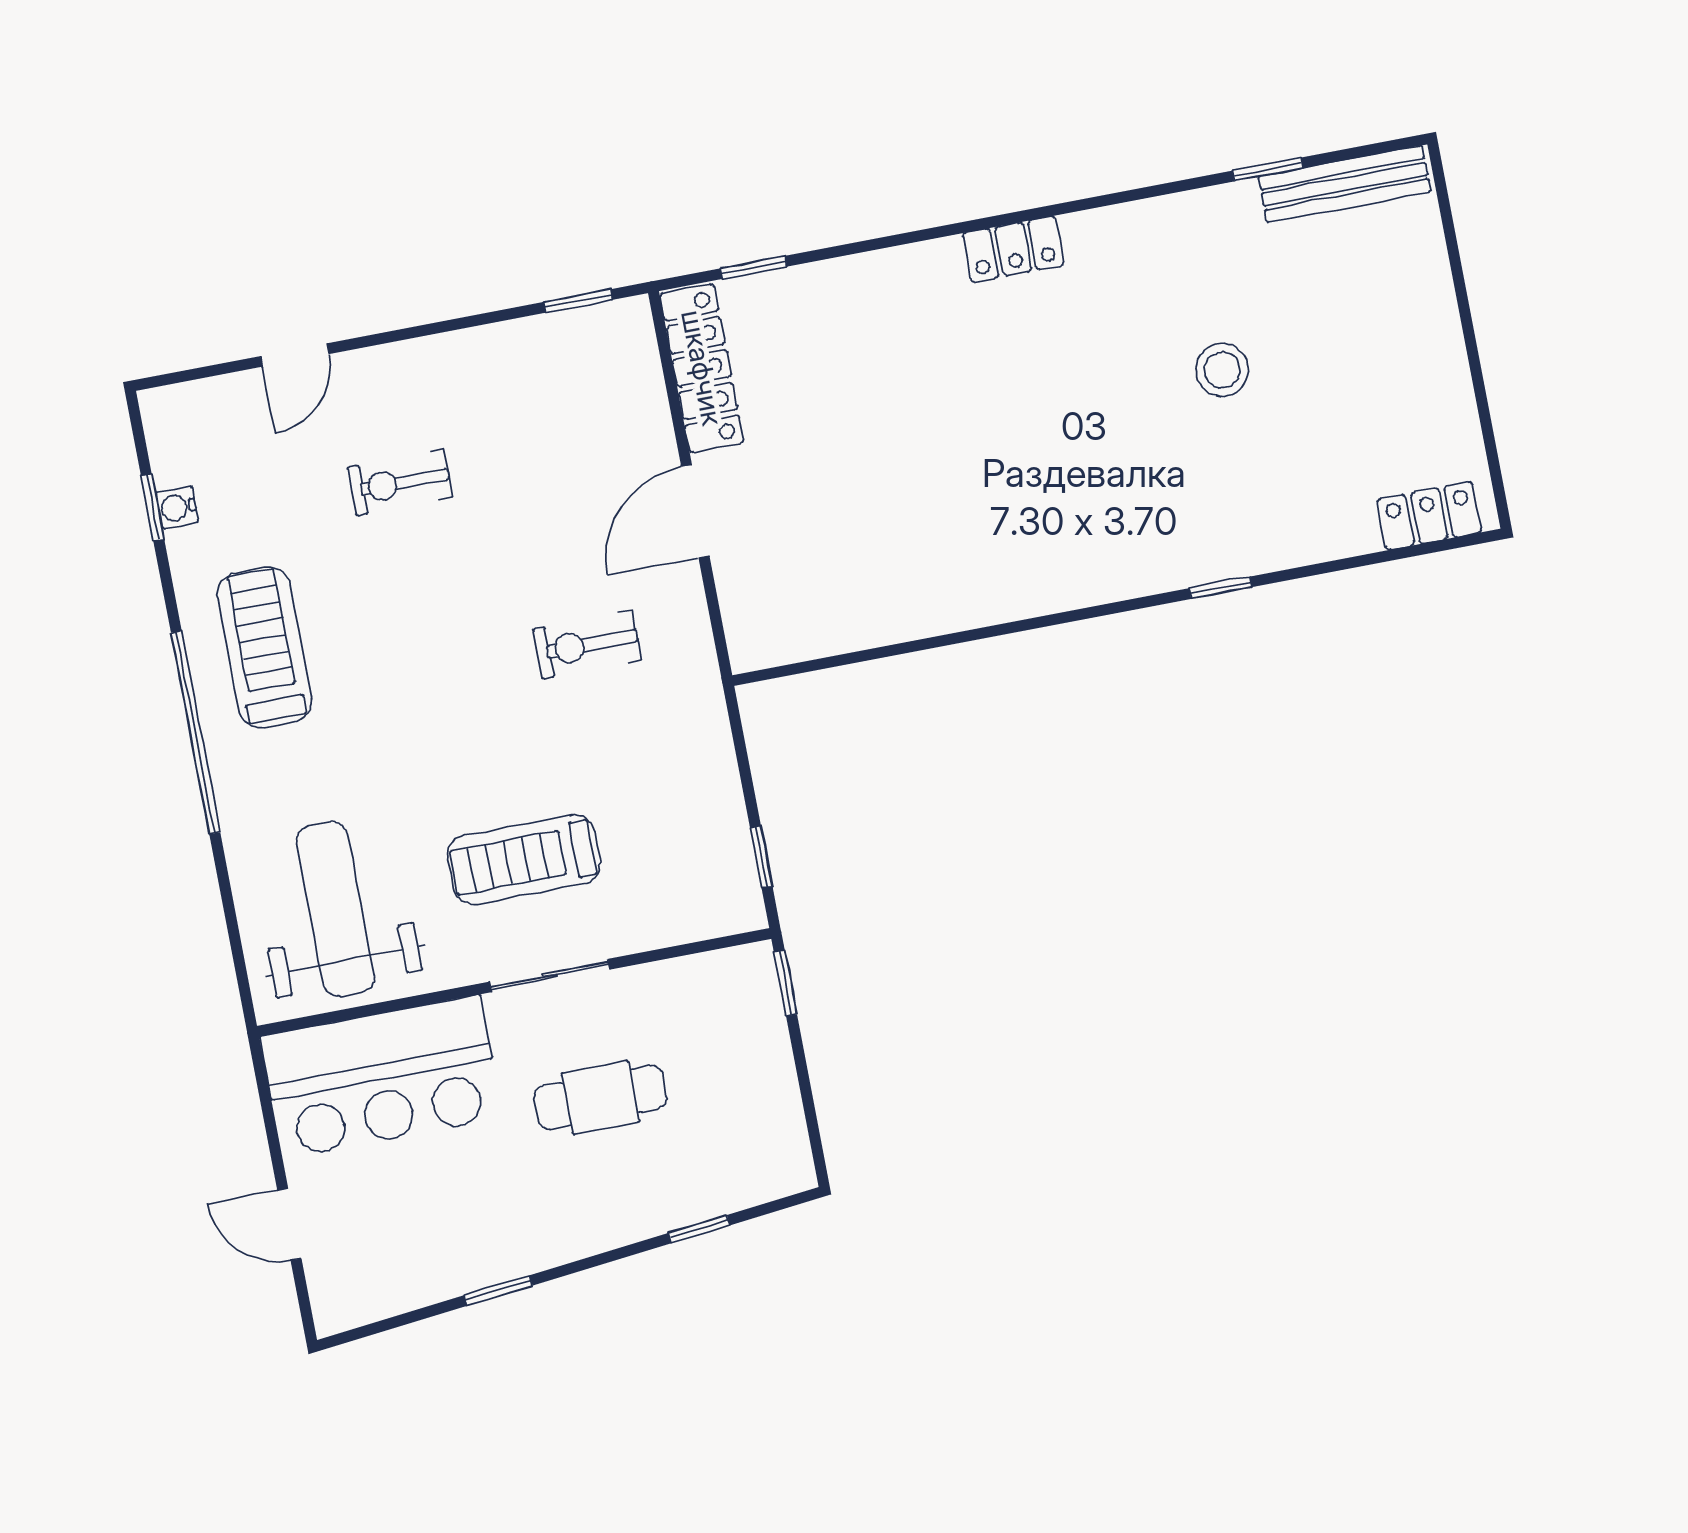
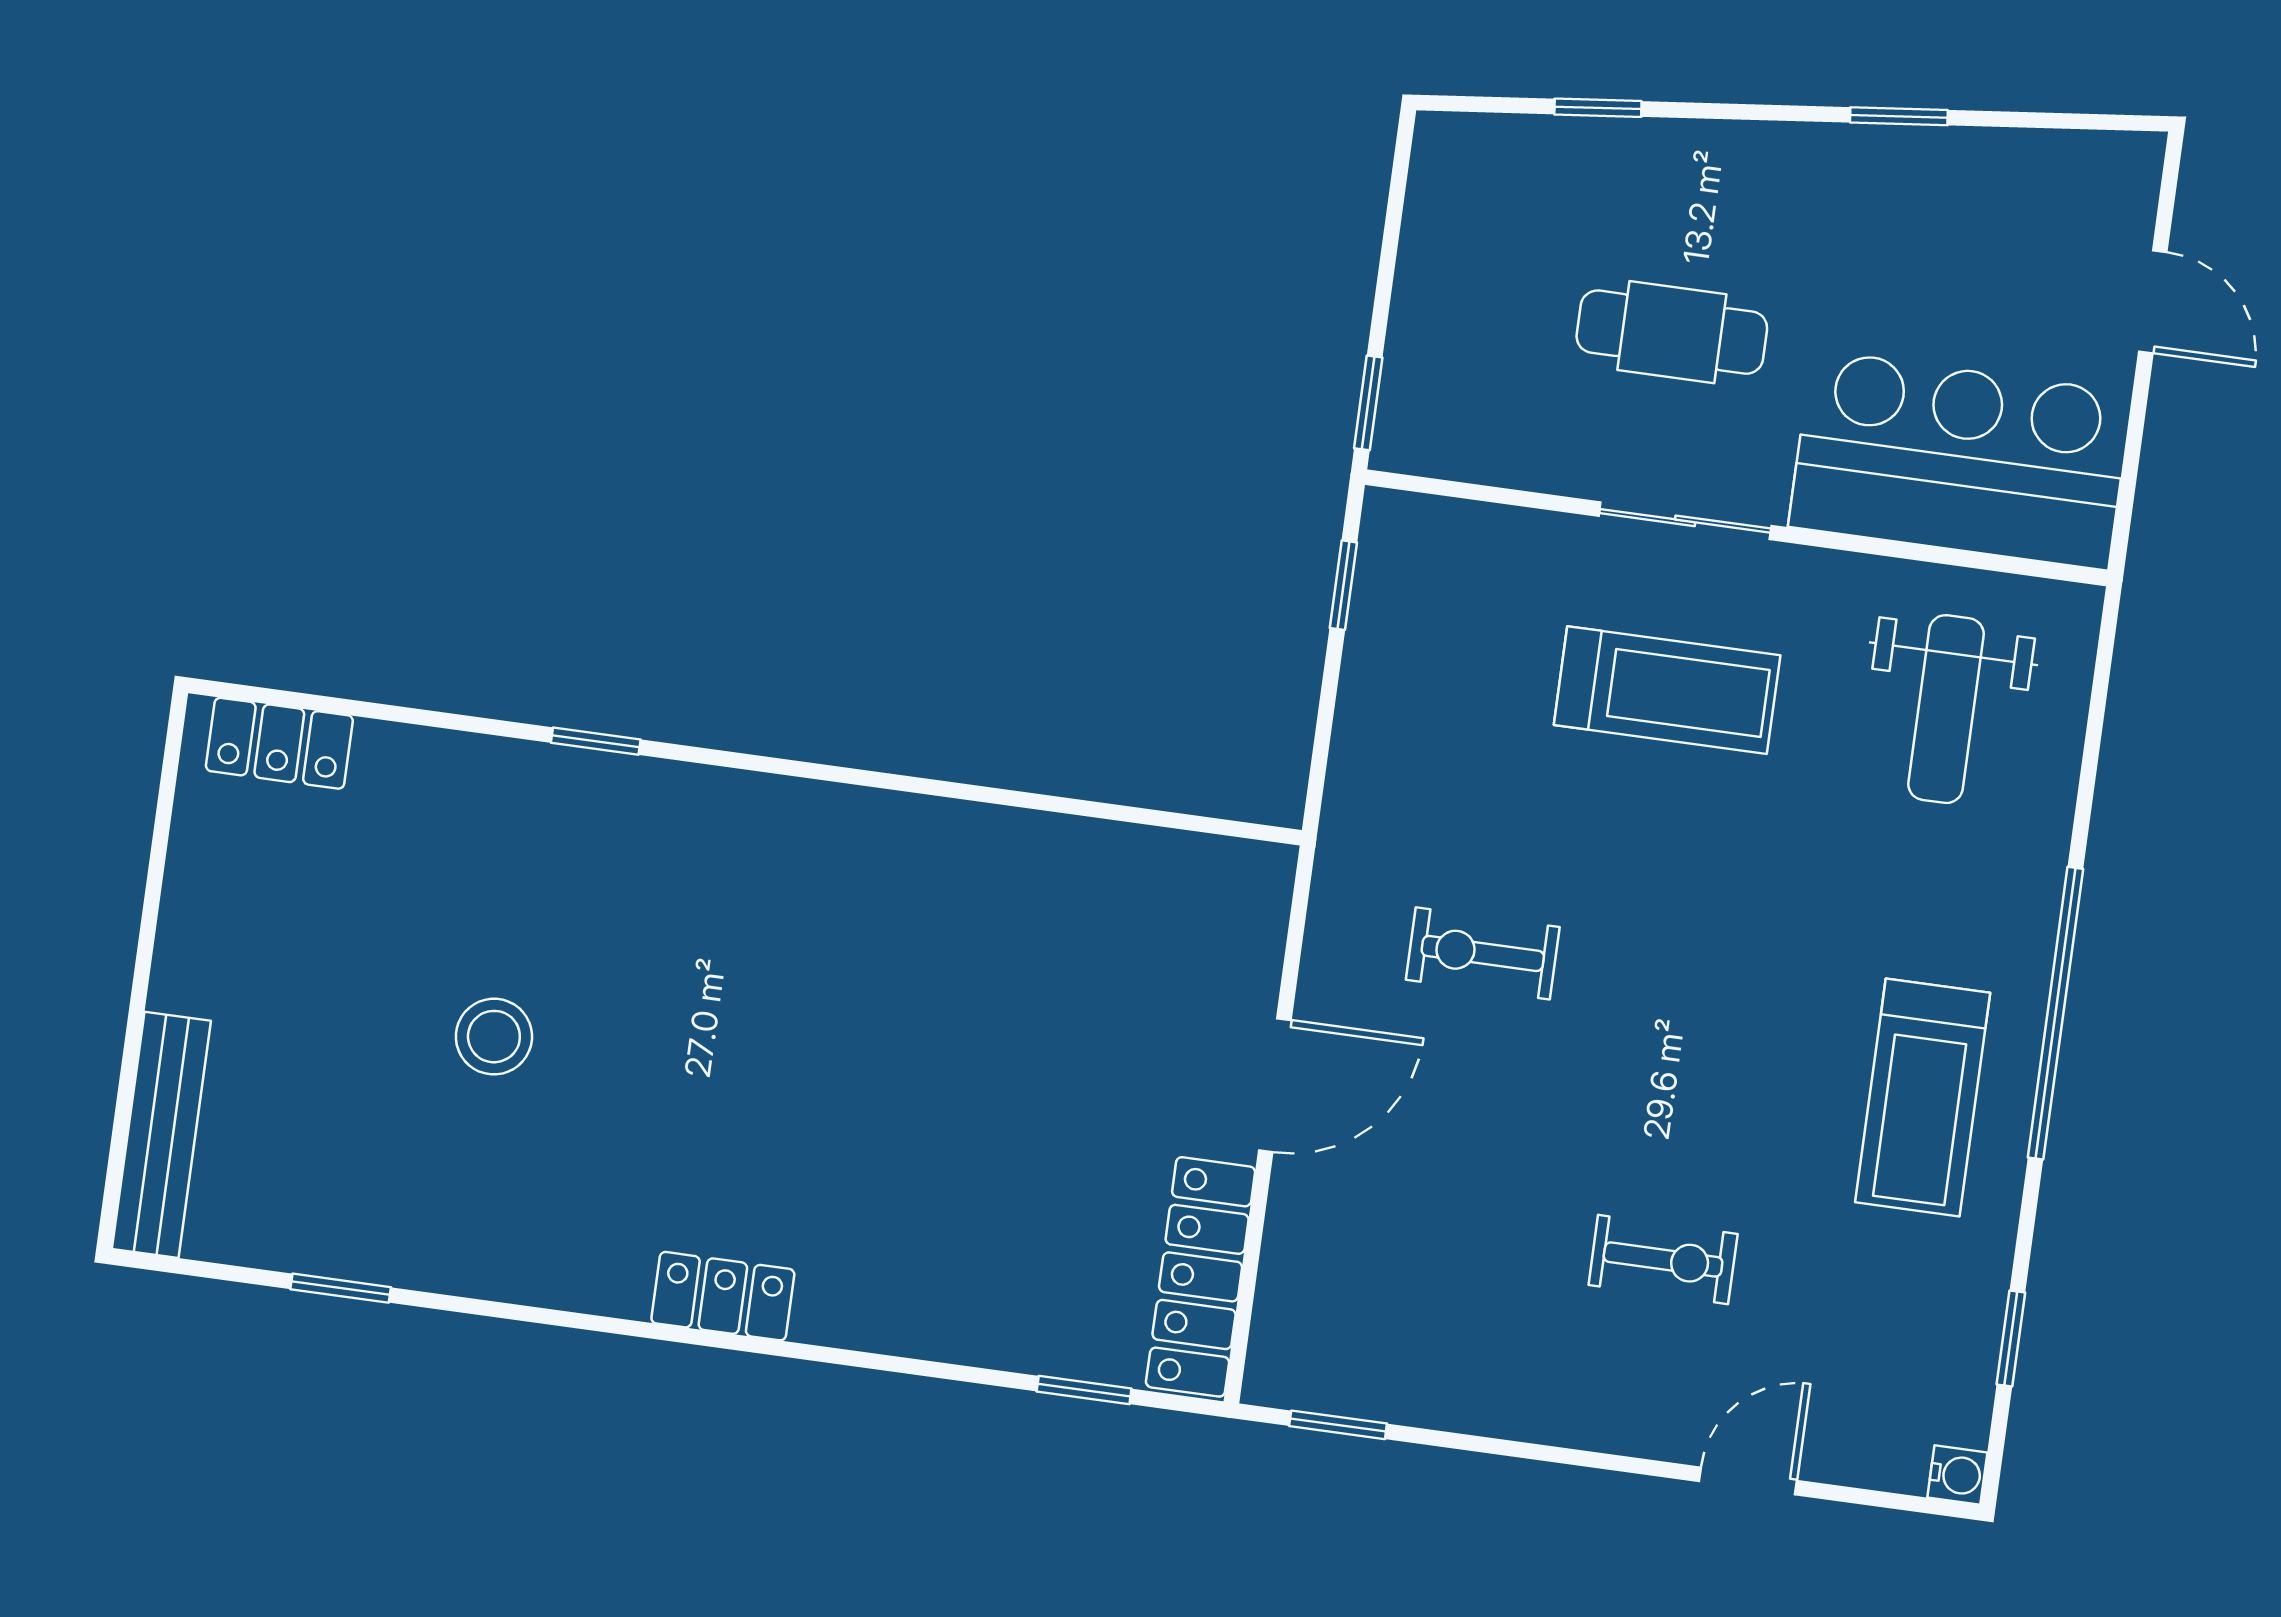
bench: (1345, 184) -> (161, 1135), moved, turned 90
water cooler: (177, 507) -> (1957, 1475), moved
exercise bike: (587, 645) -> (1483, 953), turned 180
weight bench: (335, 909) -> (1946, 709), width x0.73, depth x0.75

